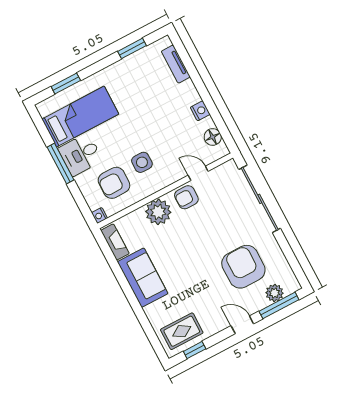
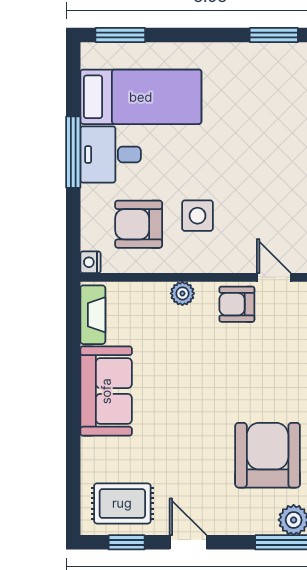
window: (66, 84) -> (120, 35), moved
plant: (158, 212) -> (182, 293), width x0.53, depth x0.53
door: (242, 325) -> (188, 542), moved

